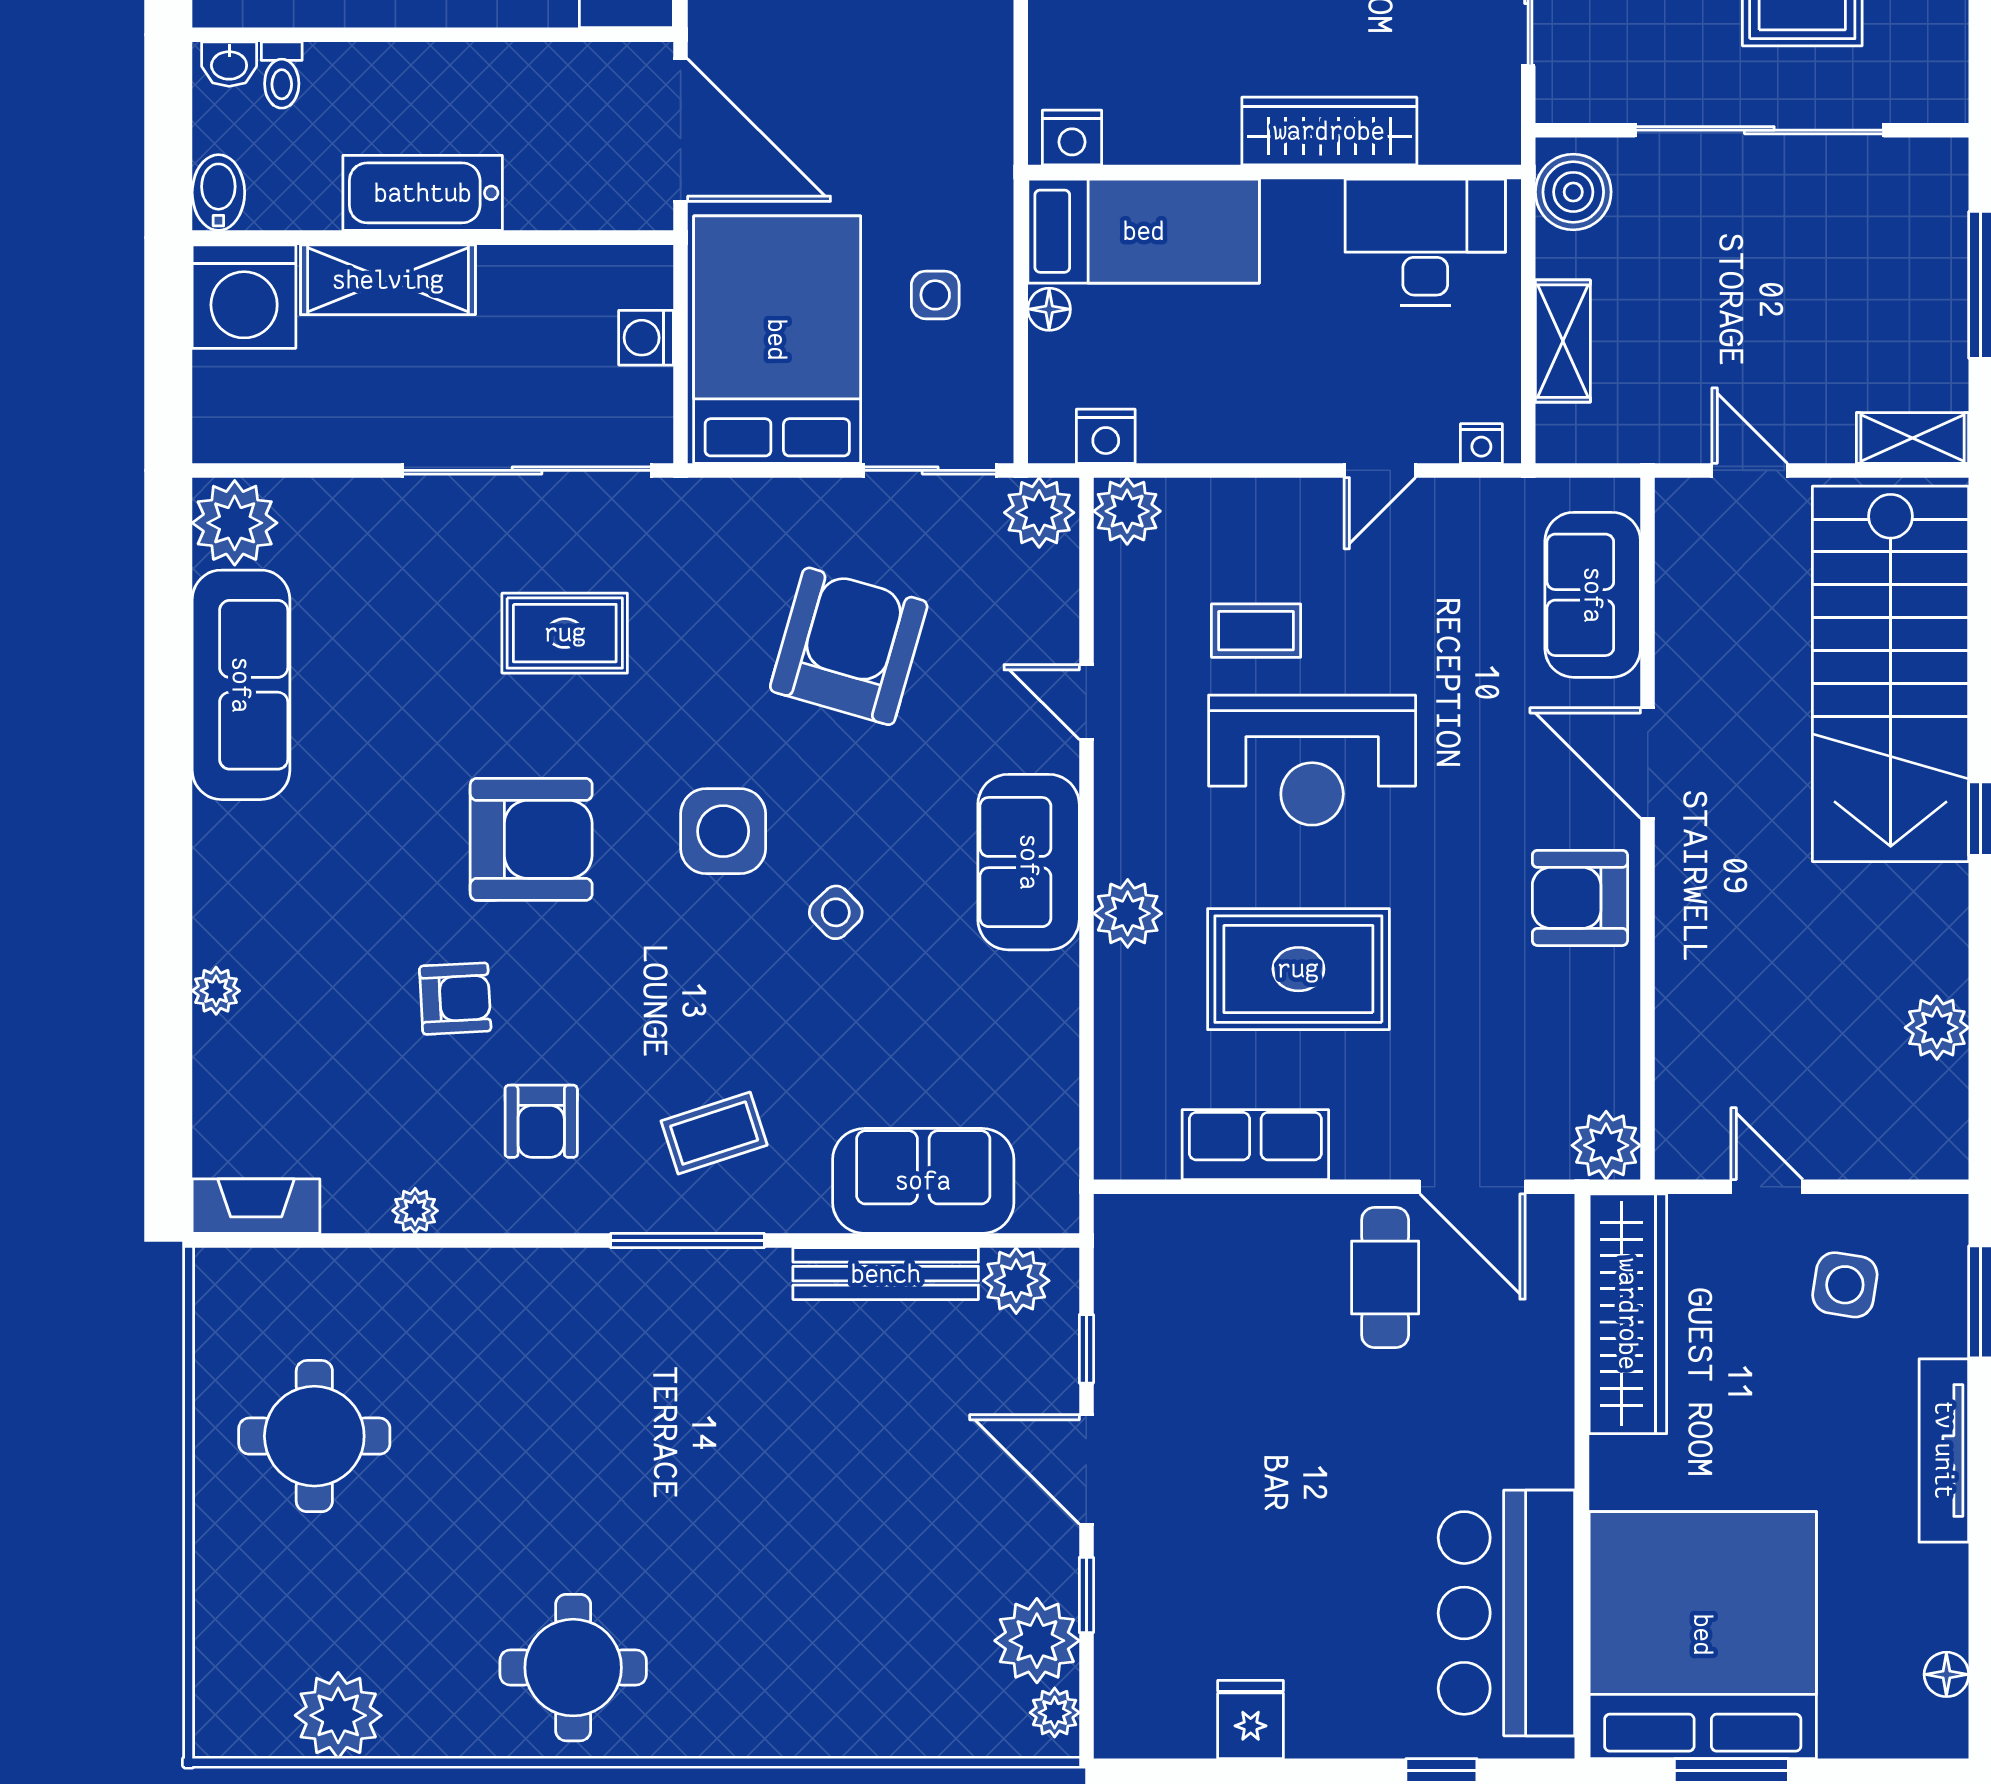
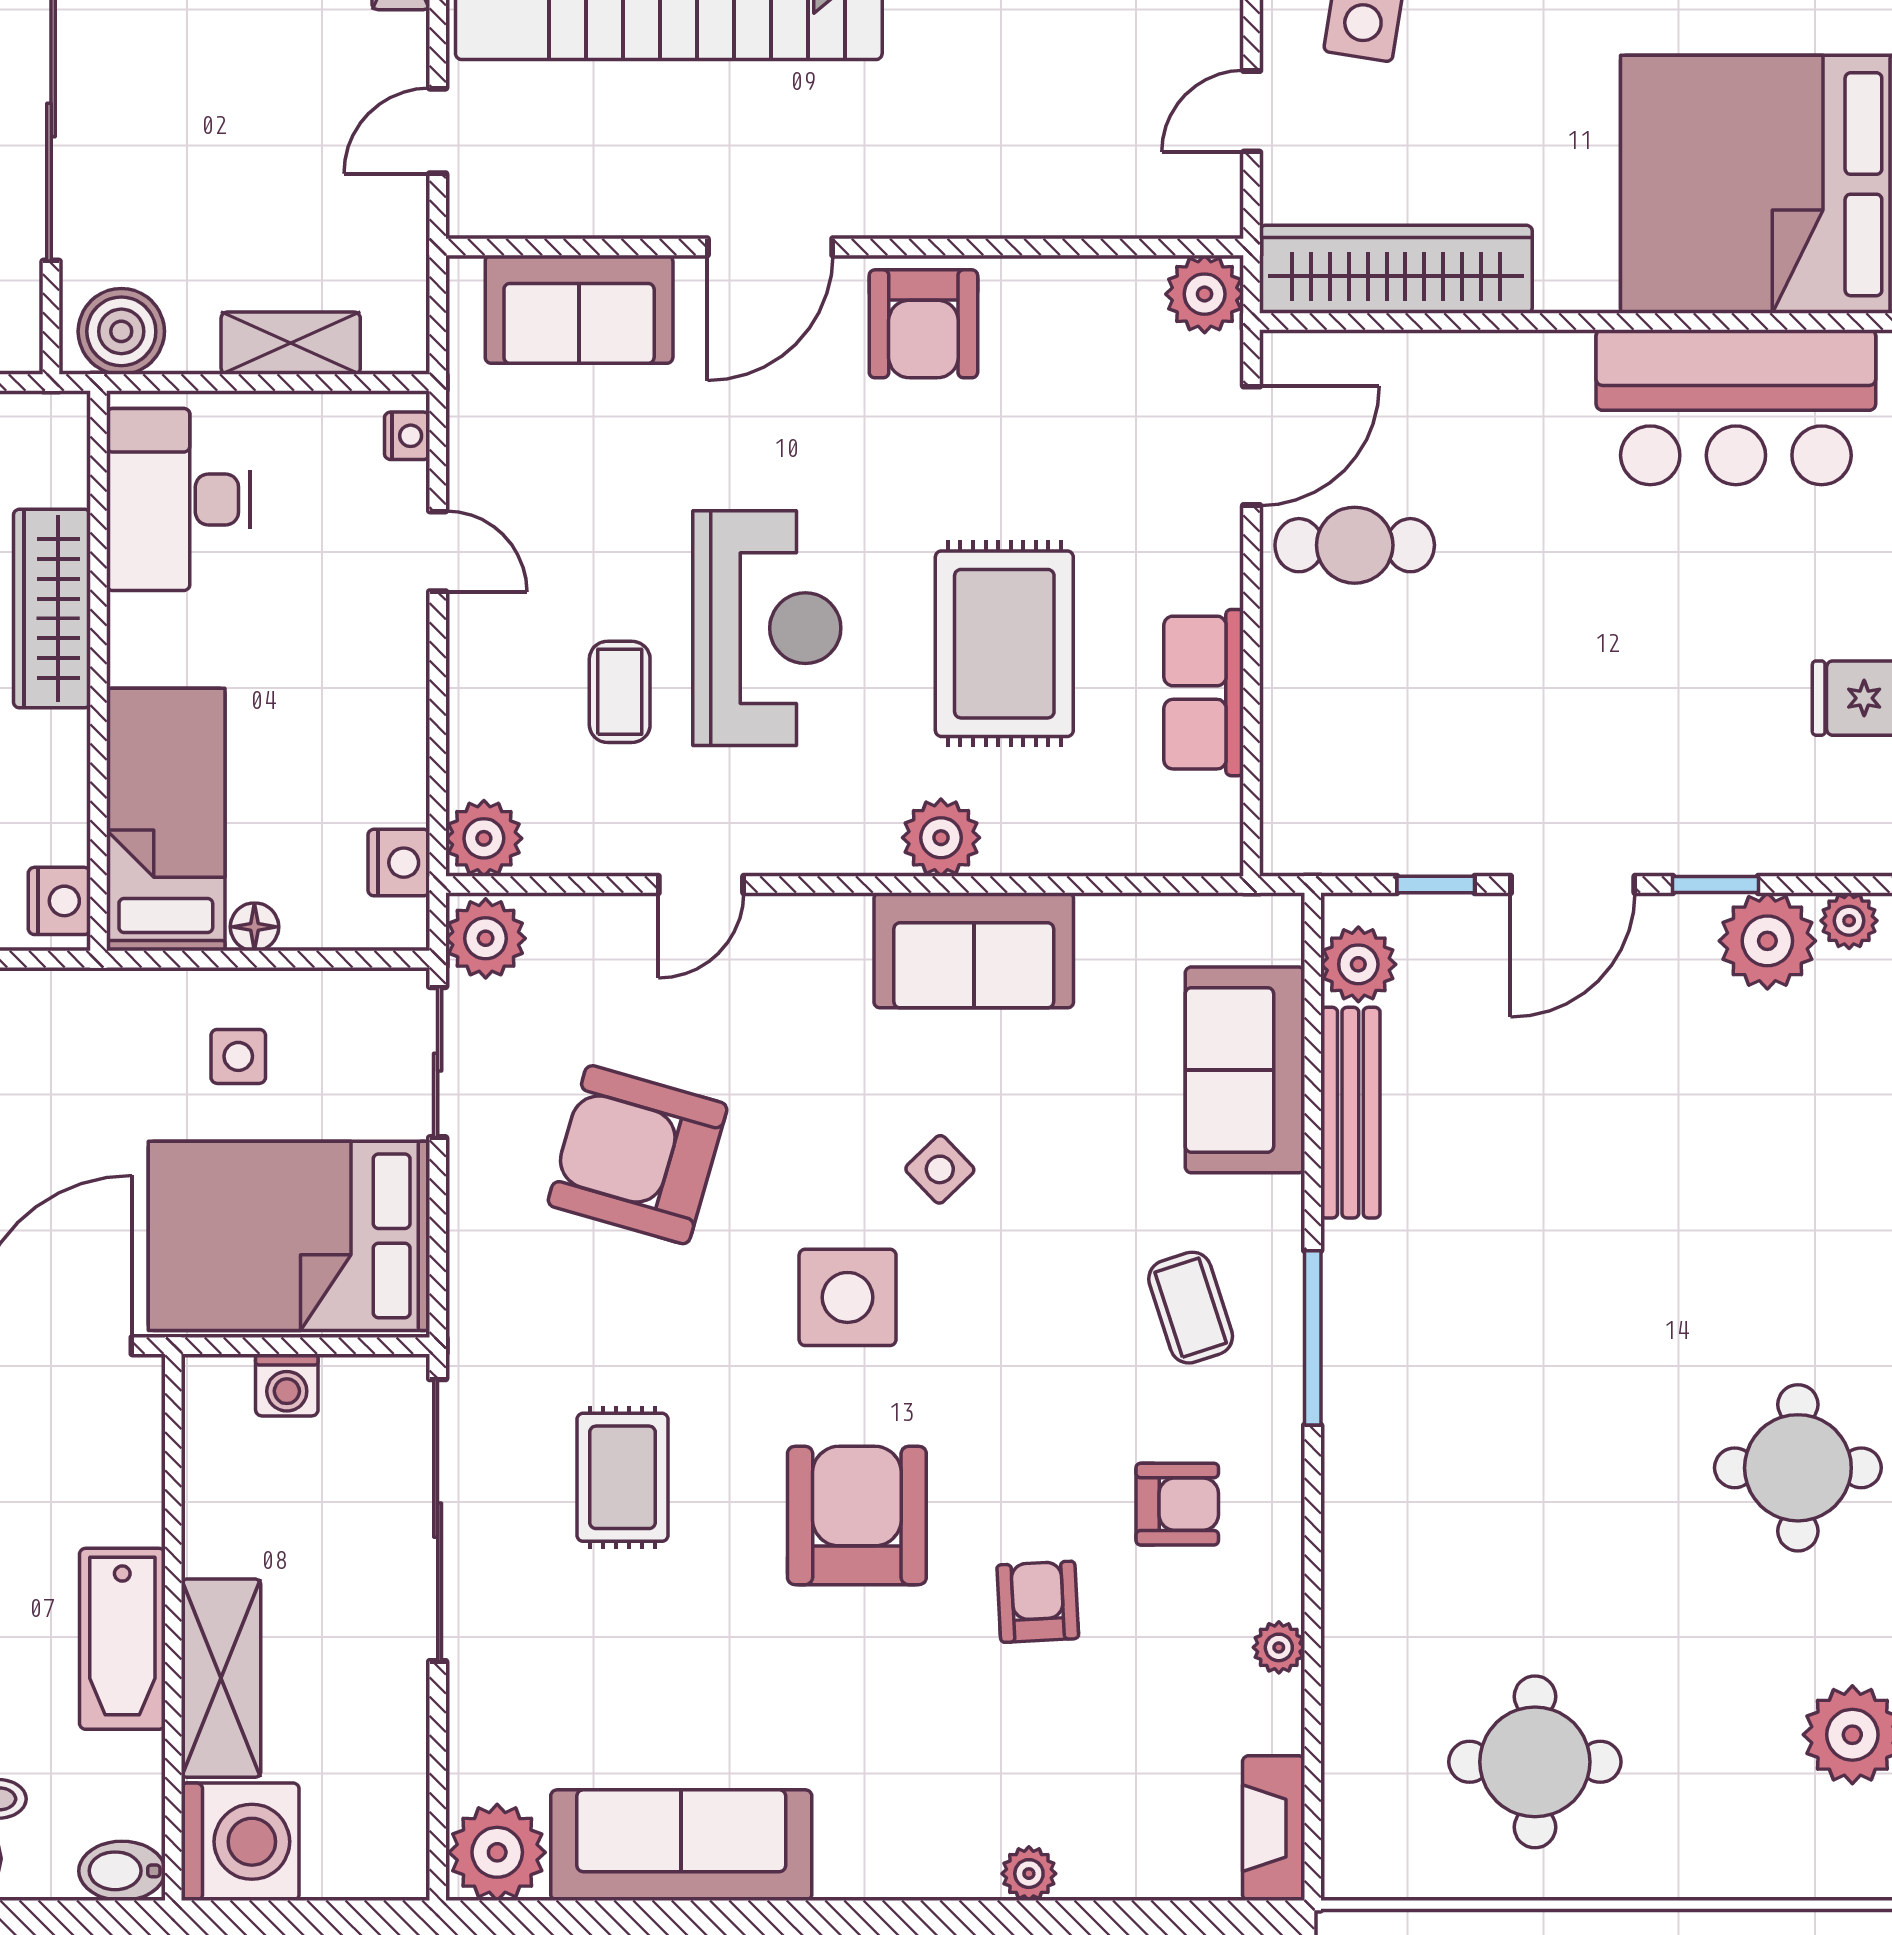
sofa: (1029, 862) -> (974, 950), moved

